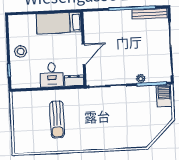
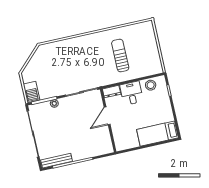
bed: (59, 23) -> (157, 134), moved, turned 180
stool: (21, 51) -> (151, 85), moved

